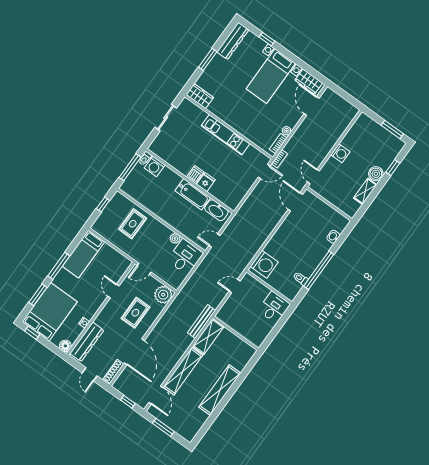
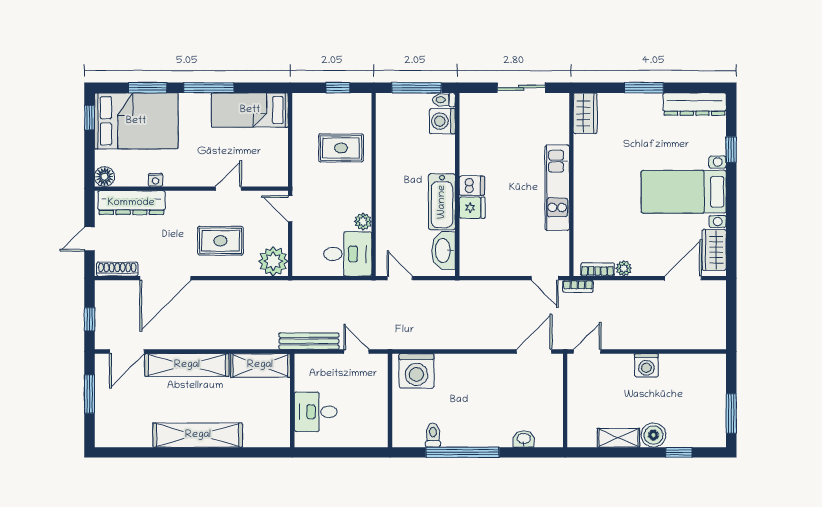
desk: (274, 307) -> (316, 412), moved, turned 180
bench: (201, 322) -> (309, 341), moved

